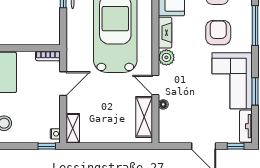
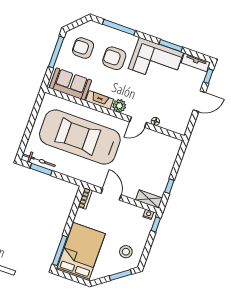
shelving: (144, 117) -> (160, 140), removed
window: (95, 146) -> (169, 186), added

